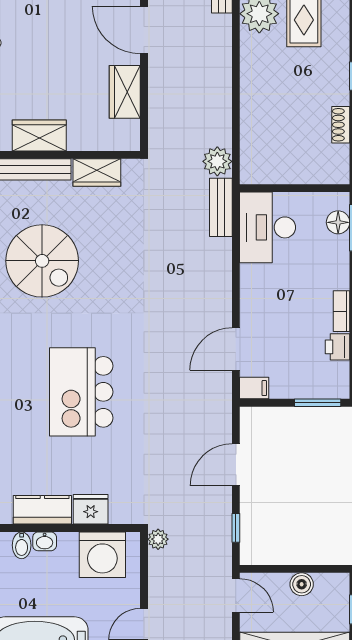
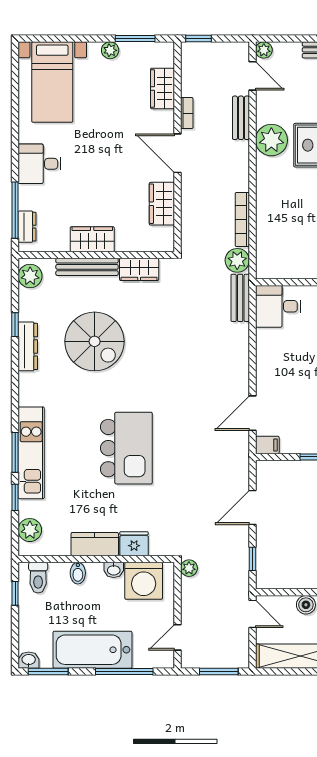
bookcase: (224, 111) -> (242, 219), added
desk: (268, 227) -> (278, 306), width x0.73
kitchen island: (81, 392) -> (126, 448), turned 180
washbasin: (45, 541) -> (114, 570), moved

